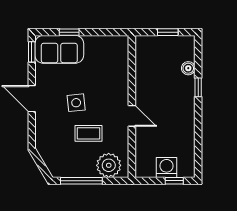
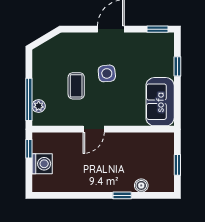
sofa: (59, 49) -> (160, 102), moved
plant: (109, 165) -> (39, 106), width x0.53, depth x0.53
window: (81, 181) -> (29, 99), moved
window: (174, 181) -> (29, 149), moved

